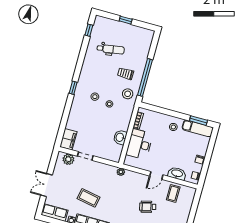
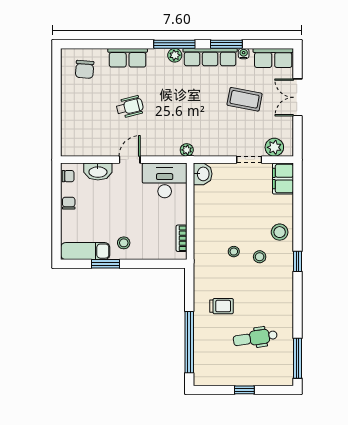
window: (89, 30) -> (297, 358), width x2.17
window: (145, 77) -> (189, 342), moved
stool: (128, 94) -> (280, 232), moved
window: (198, 121) -> (105, 264), moved
washbasin: (120, 137) -> (203, 174), moved
desk: (139, 144) -> (165, 180), moved, turned -90
double door: (47, 185) -> (297, 97), swing flipped
coffee table: (173, 193) -> (95, 139), removed
coffee table: (88, 198) -> (245, 99), moved

